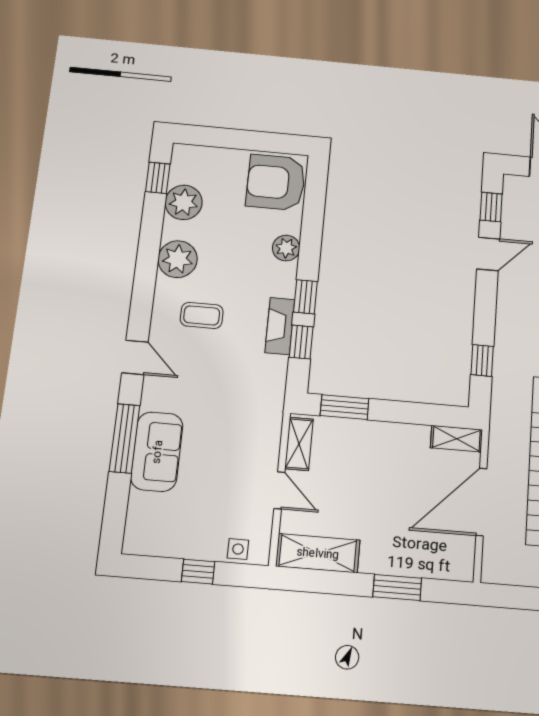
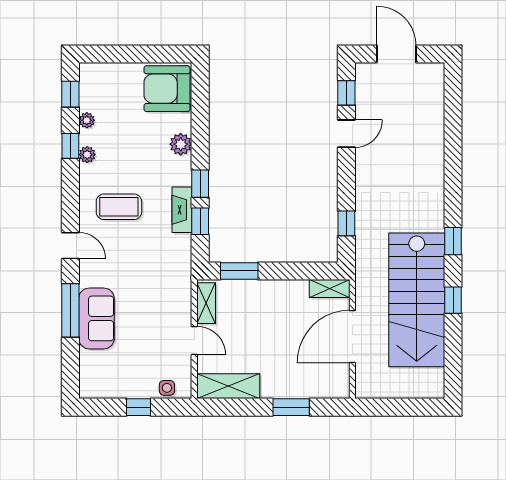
plant: (184, 202) -> (87, 120), width x0.53, depth x0.53
window: (150, 238) -> (70, 146), added
plant: (178, 259) -> (87, 155), width x0.53, depth x0.53
coffee table: (202, 315) -> (119, 207), width x1.36, depth x1.30

